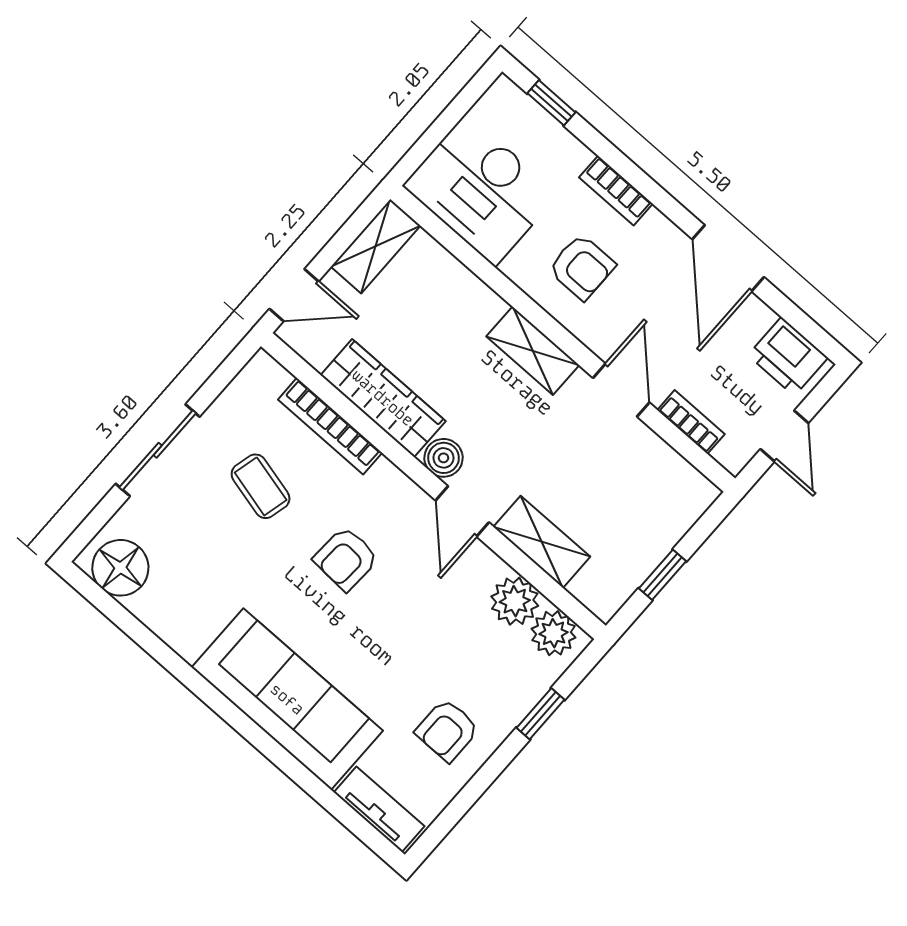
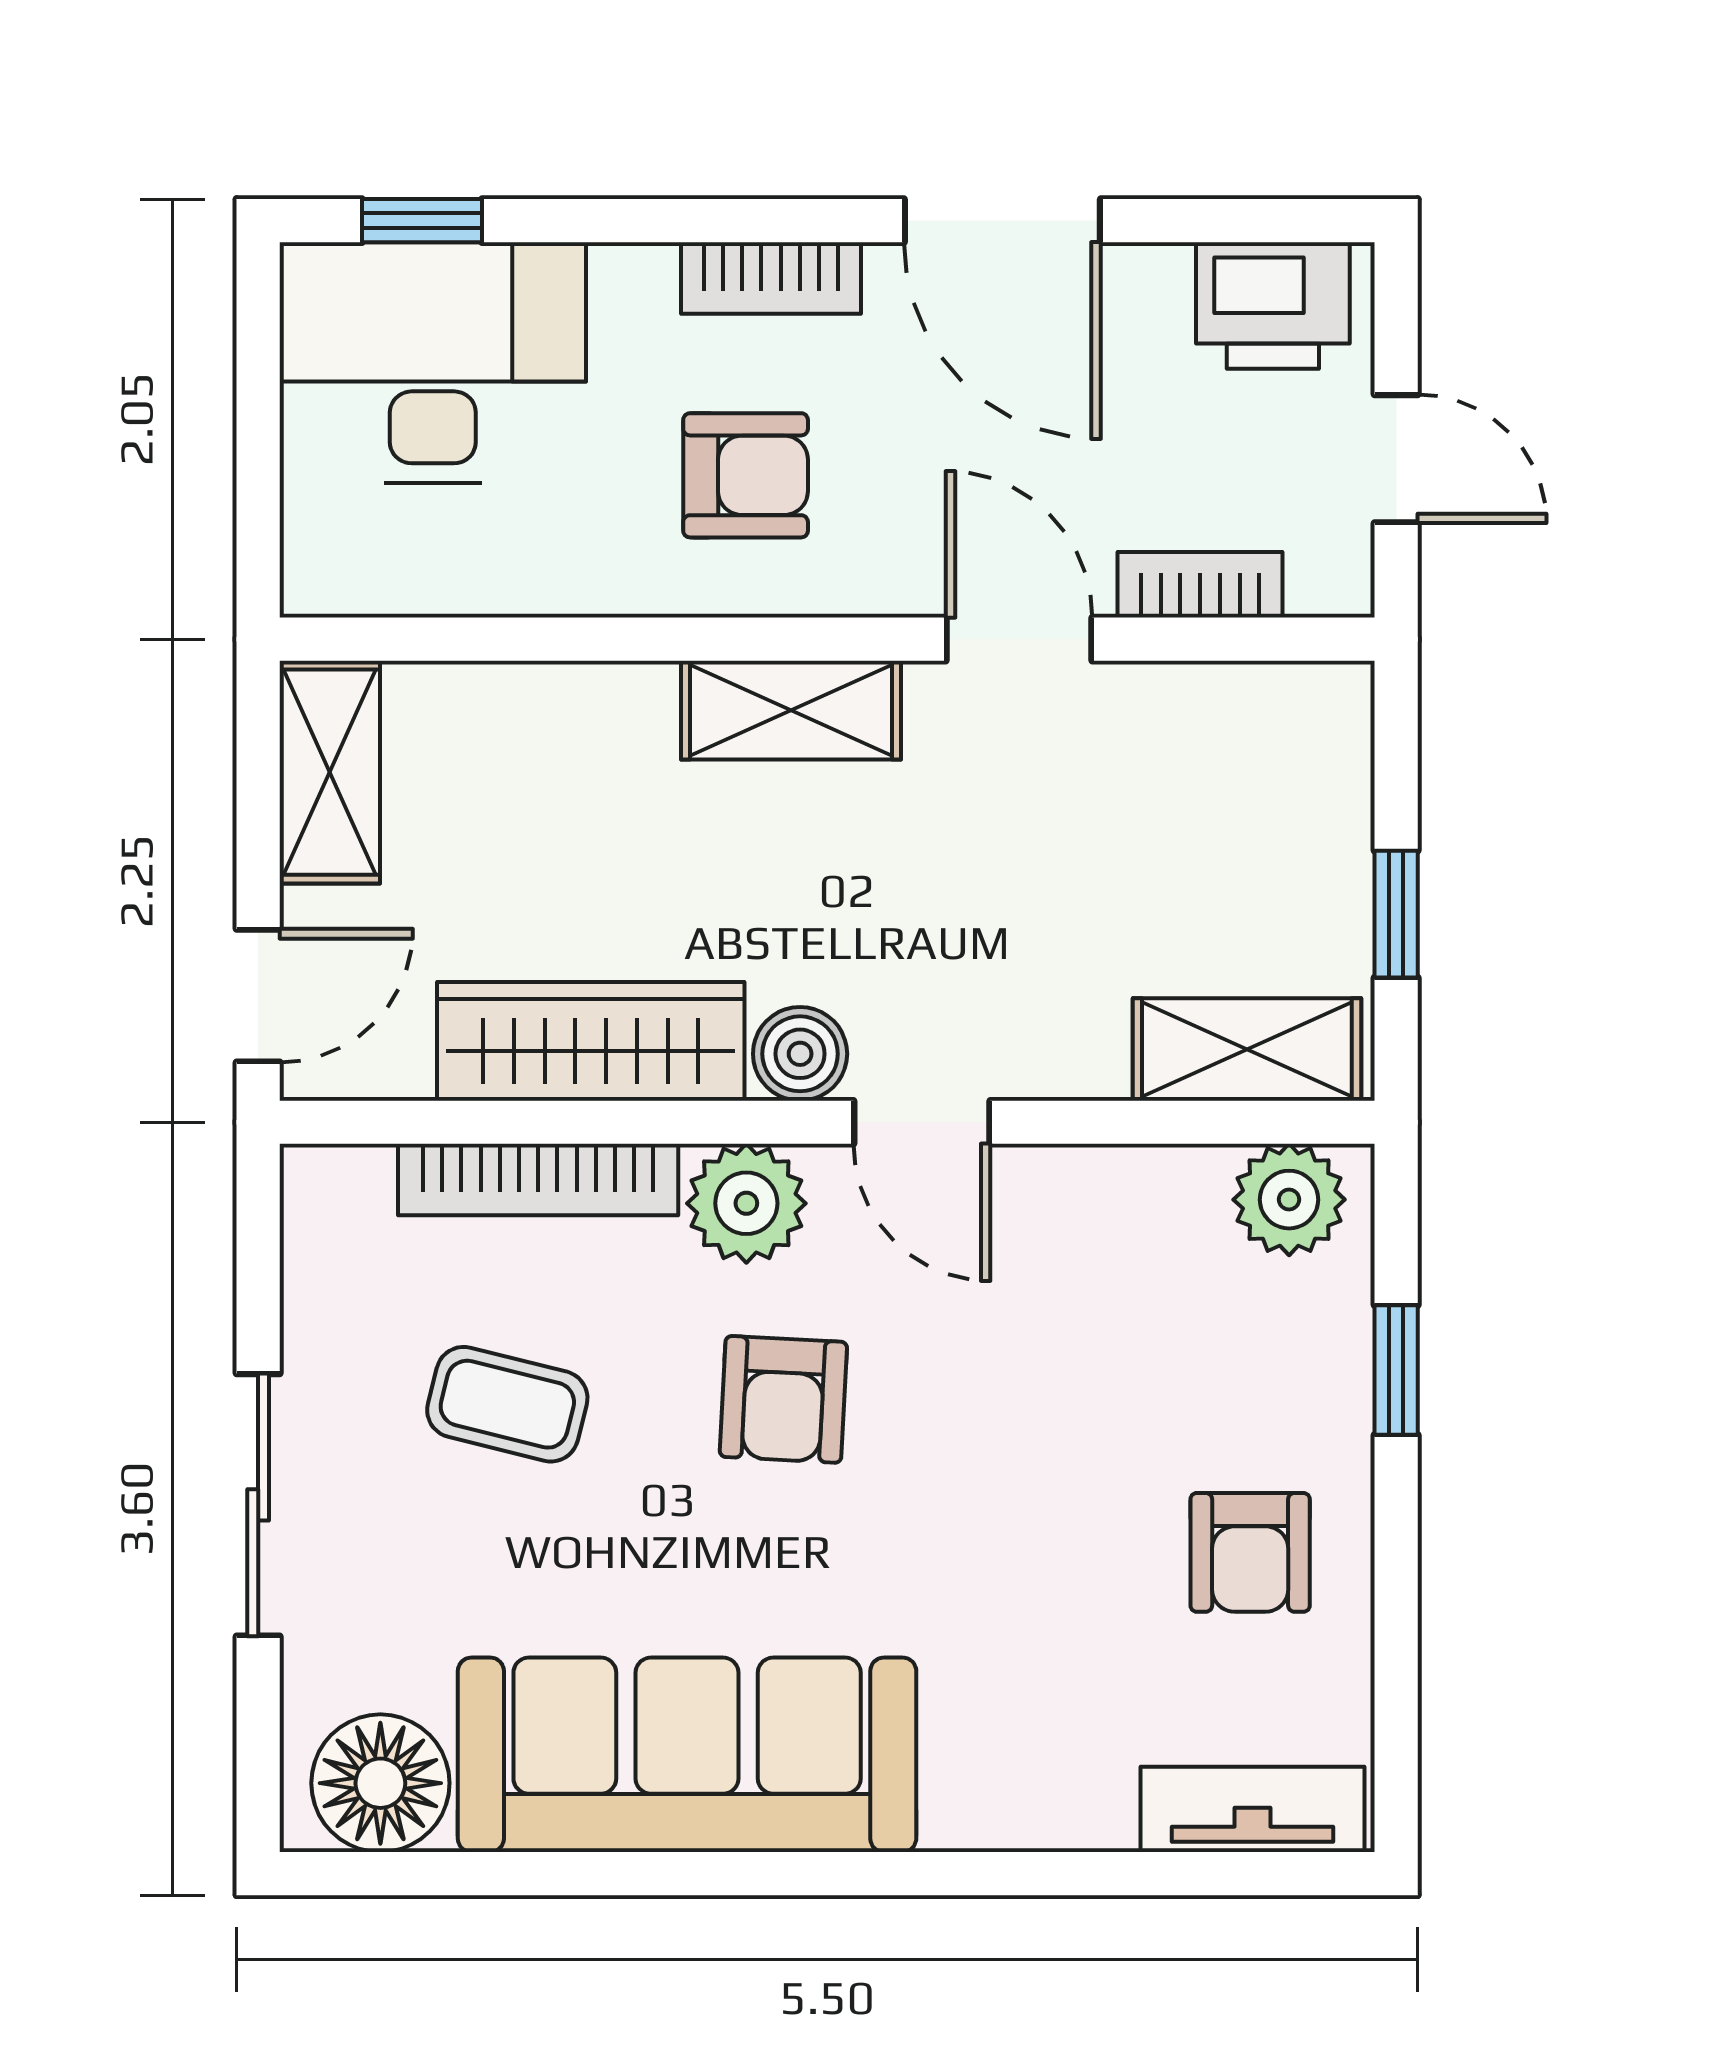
desk: (481, 190) -> (433, 362), moved, turned 180
bookcase: (616, 191) -> (771, 278), moved
shelving: (542, 542) -> (1247, 1049), moved
plant: (515, 601) -> (746, 1203), moved
sofa: (287, 699) -> (687, 1755), moved

